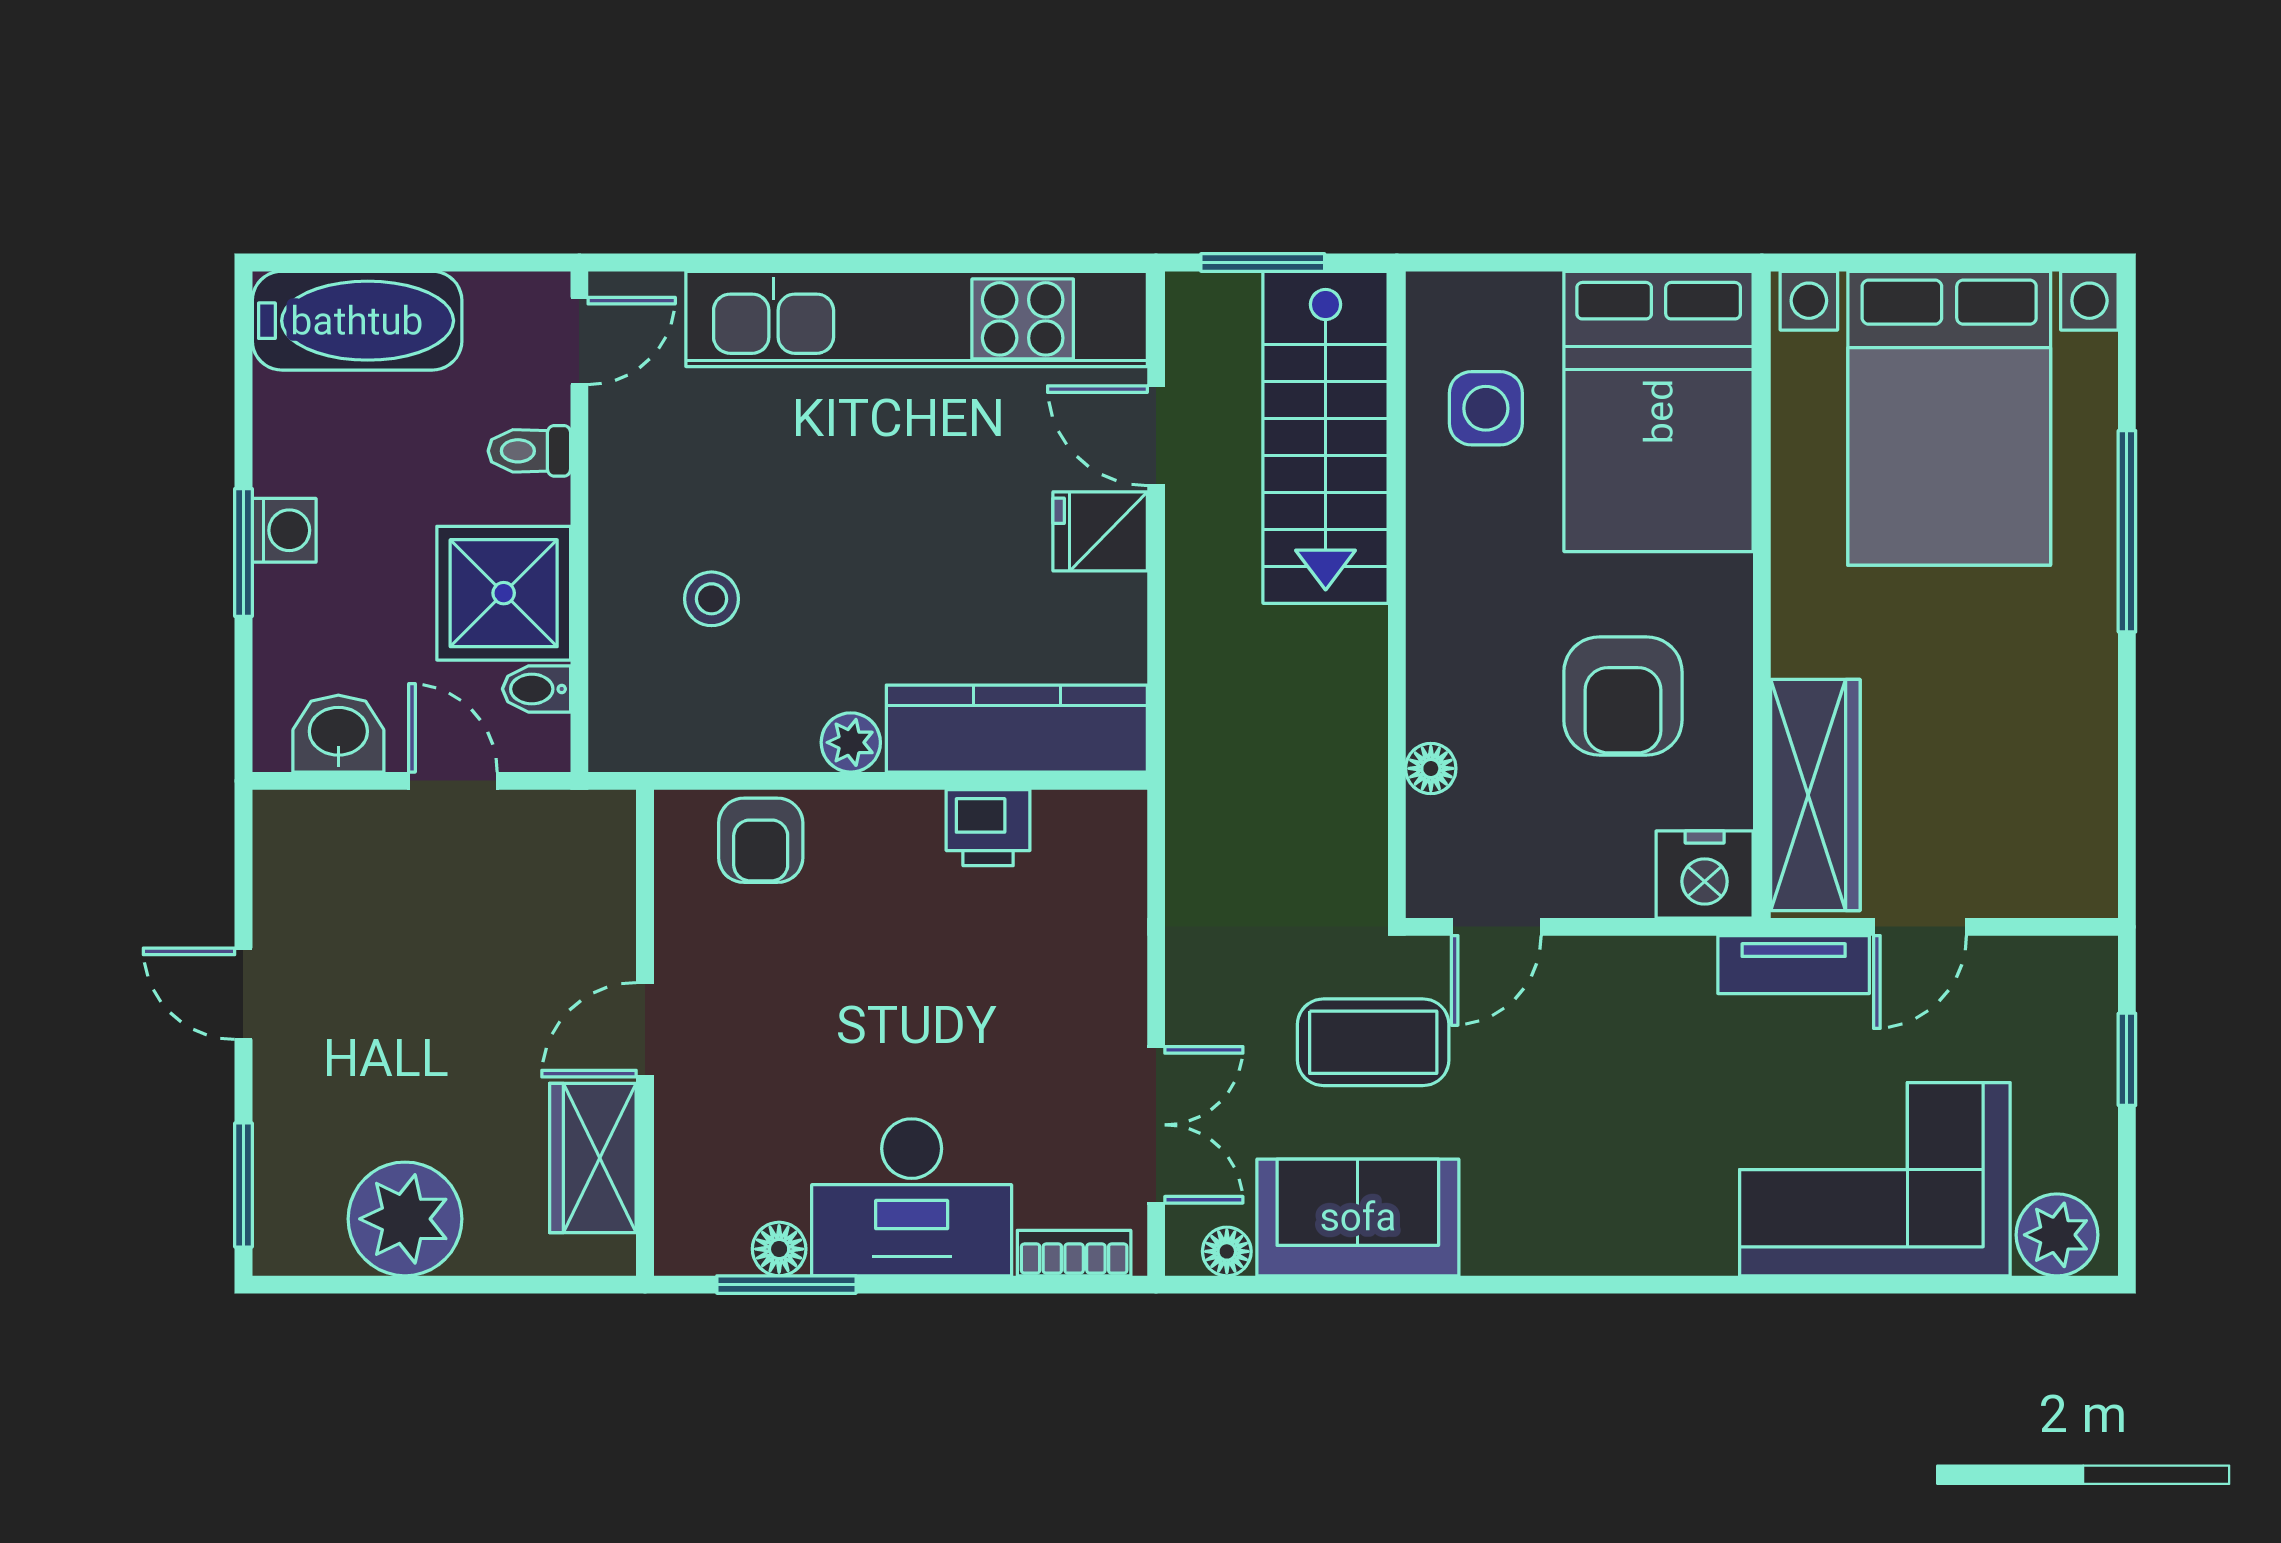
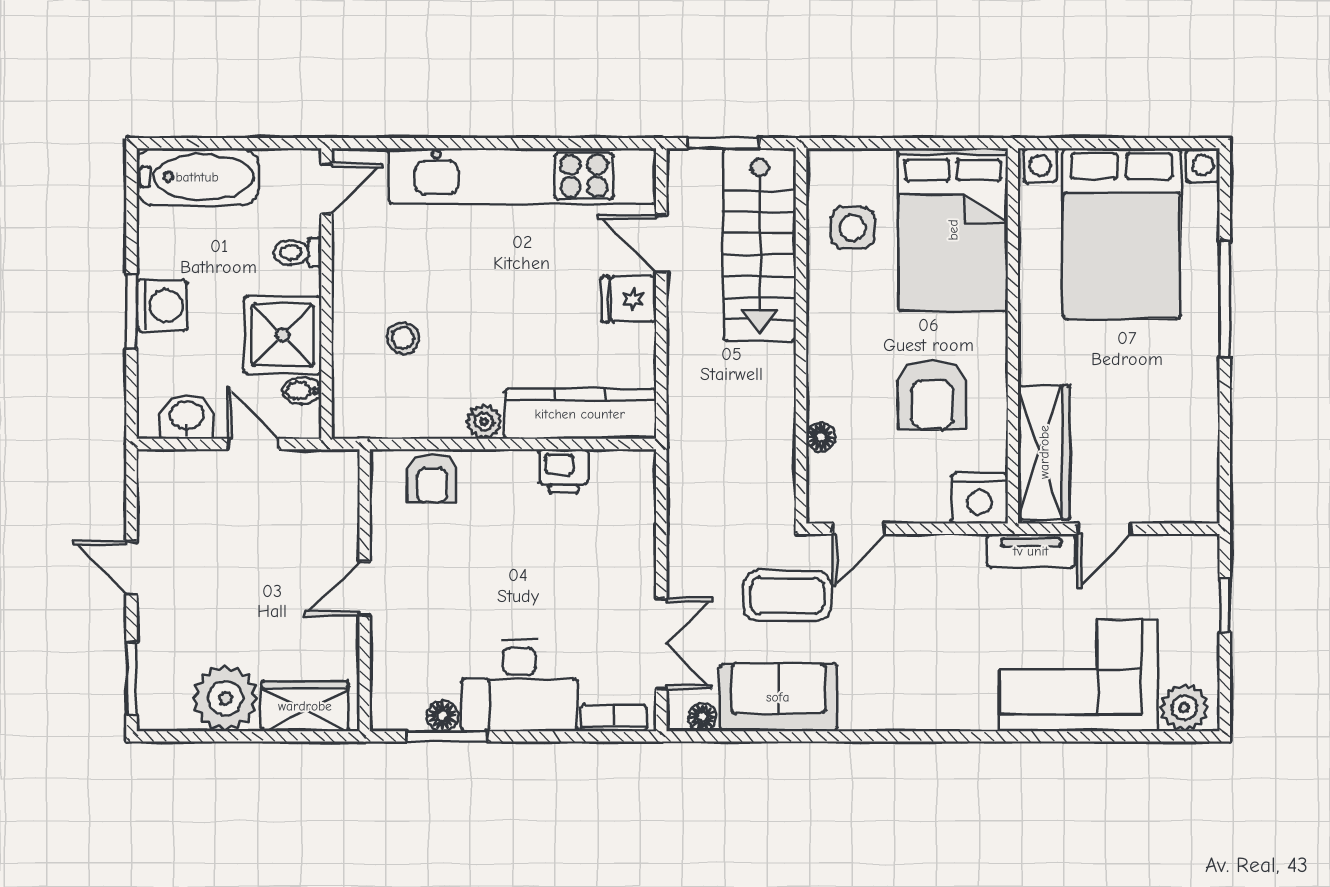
washing machine: (284, 530) -> (162, 306), width x1.38, depth x1.38
wardrobe: (593, 1158) -> (305, 706), moved, turned 90

